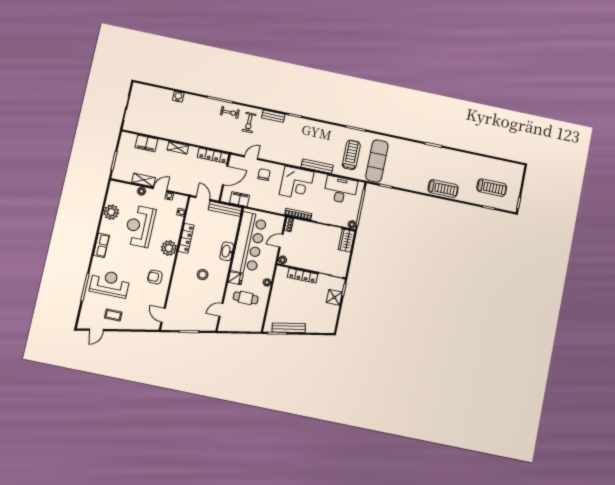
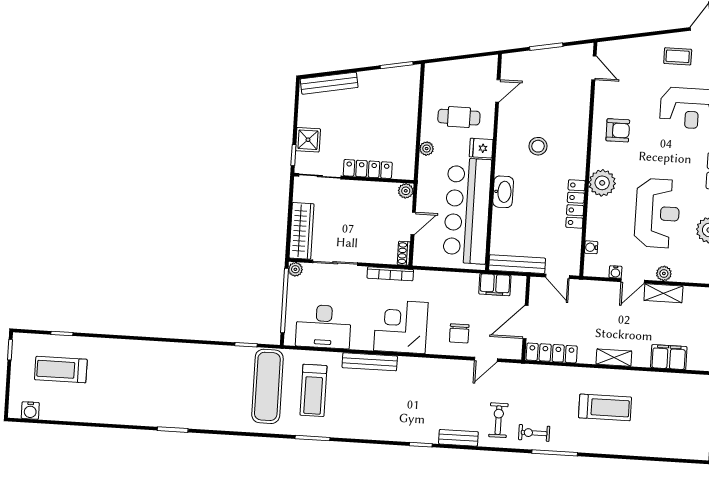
water cooler: (178, 97) -> (30, 410), moved
treadmill: (443, 188) -> (605, 407), moved, turned 180
wardrobe: (346, 241) -> (301, 231), width x1.50
bench: (289, 328) -> (329, 83), moved

